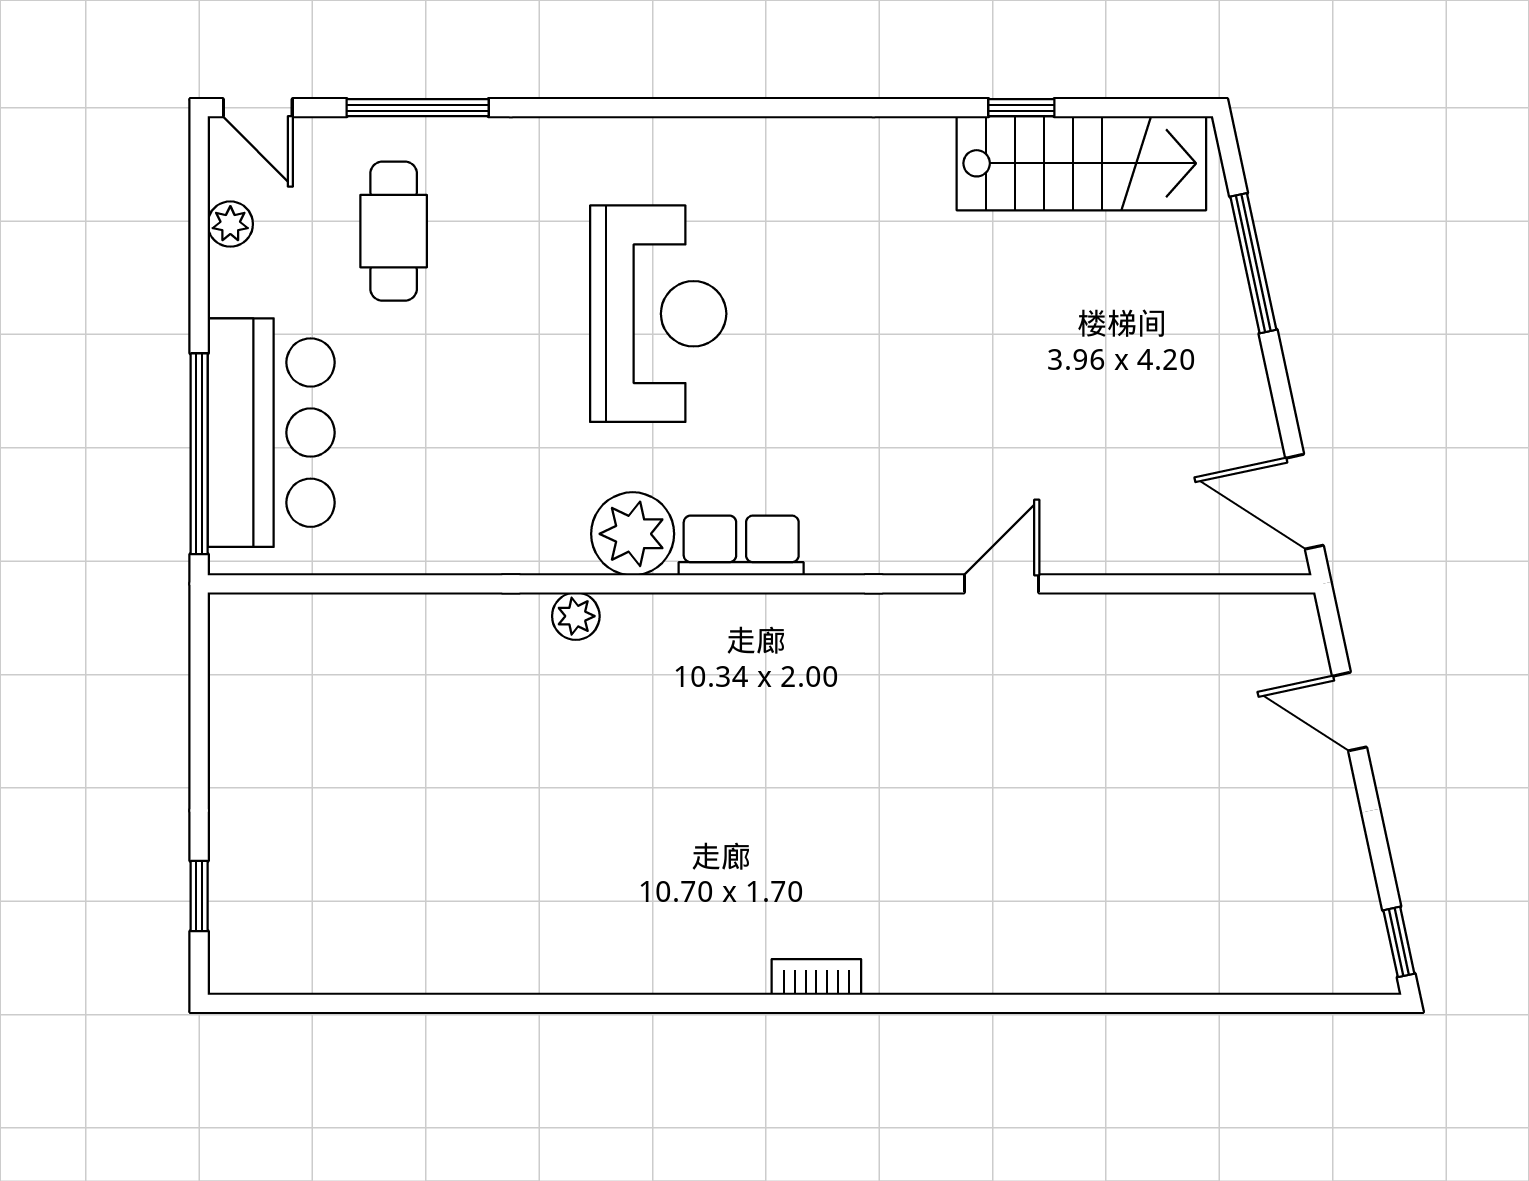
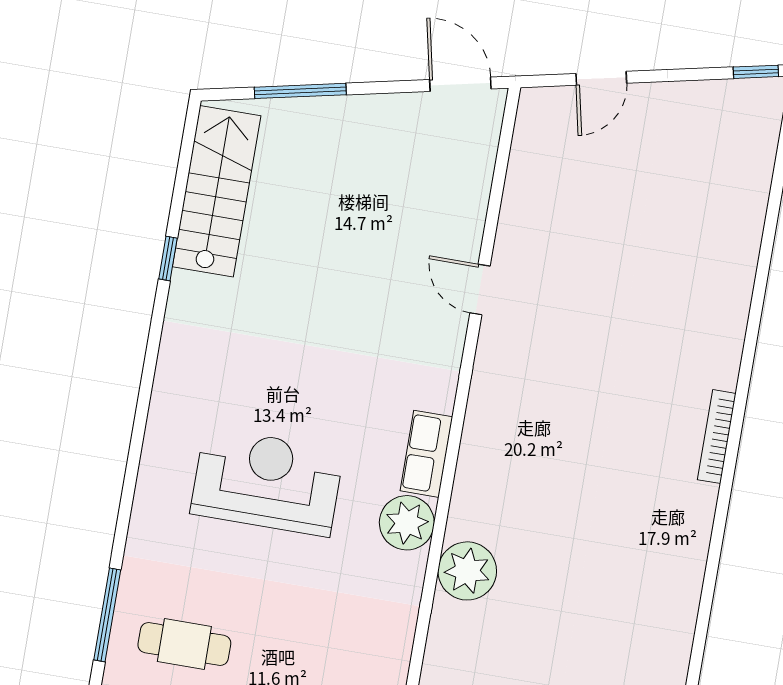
window: (1021, 108) -> (168, 258), moved
door: (1304, 502) -> (460, 84), swing flipped
plant: (576, 616) -> (467, 571), width x1.87, depth x1.87
bookcase: (816, 977) -> (717, 437), width x1.56

